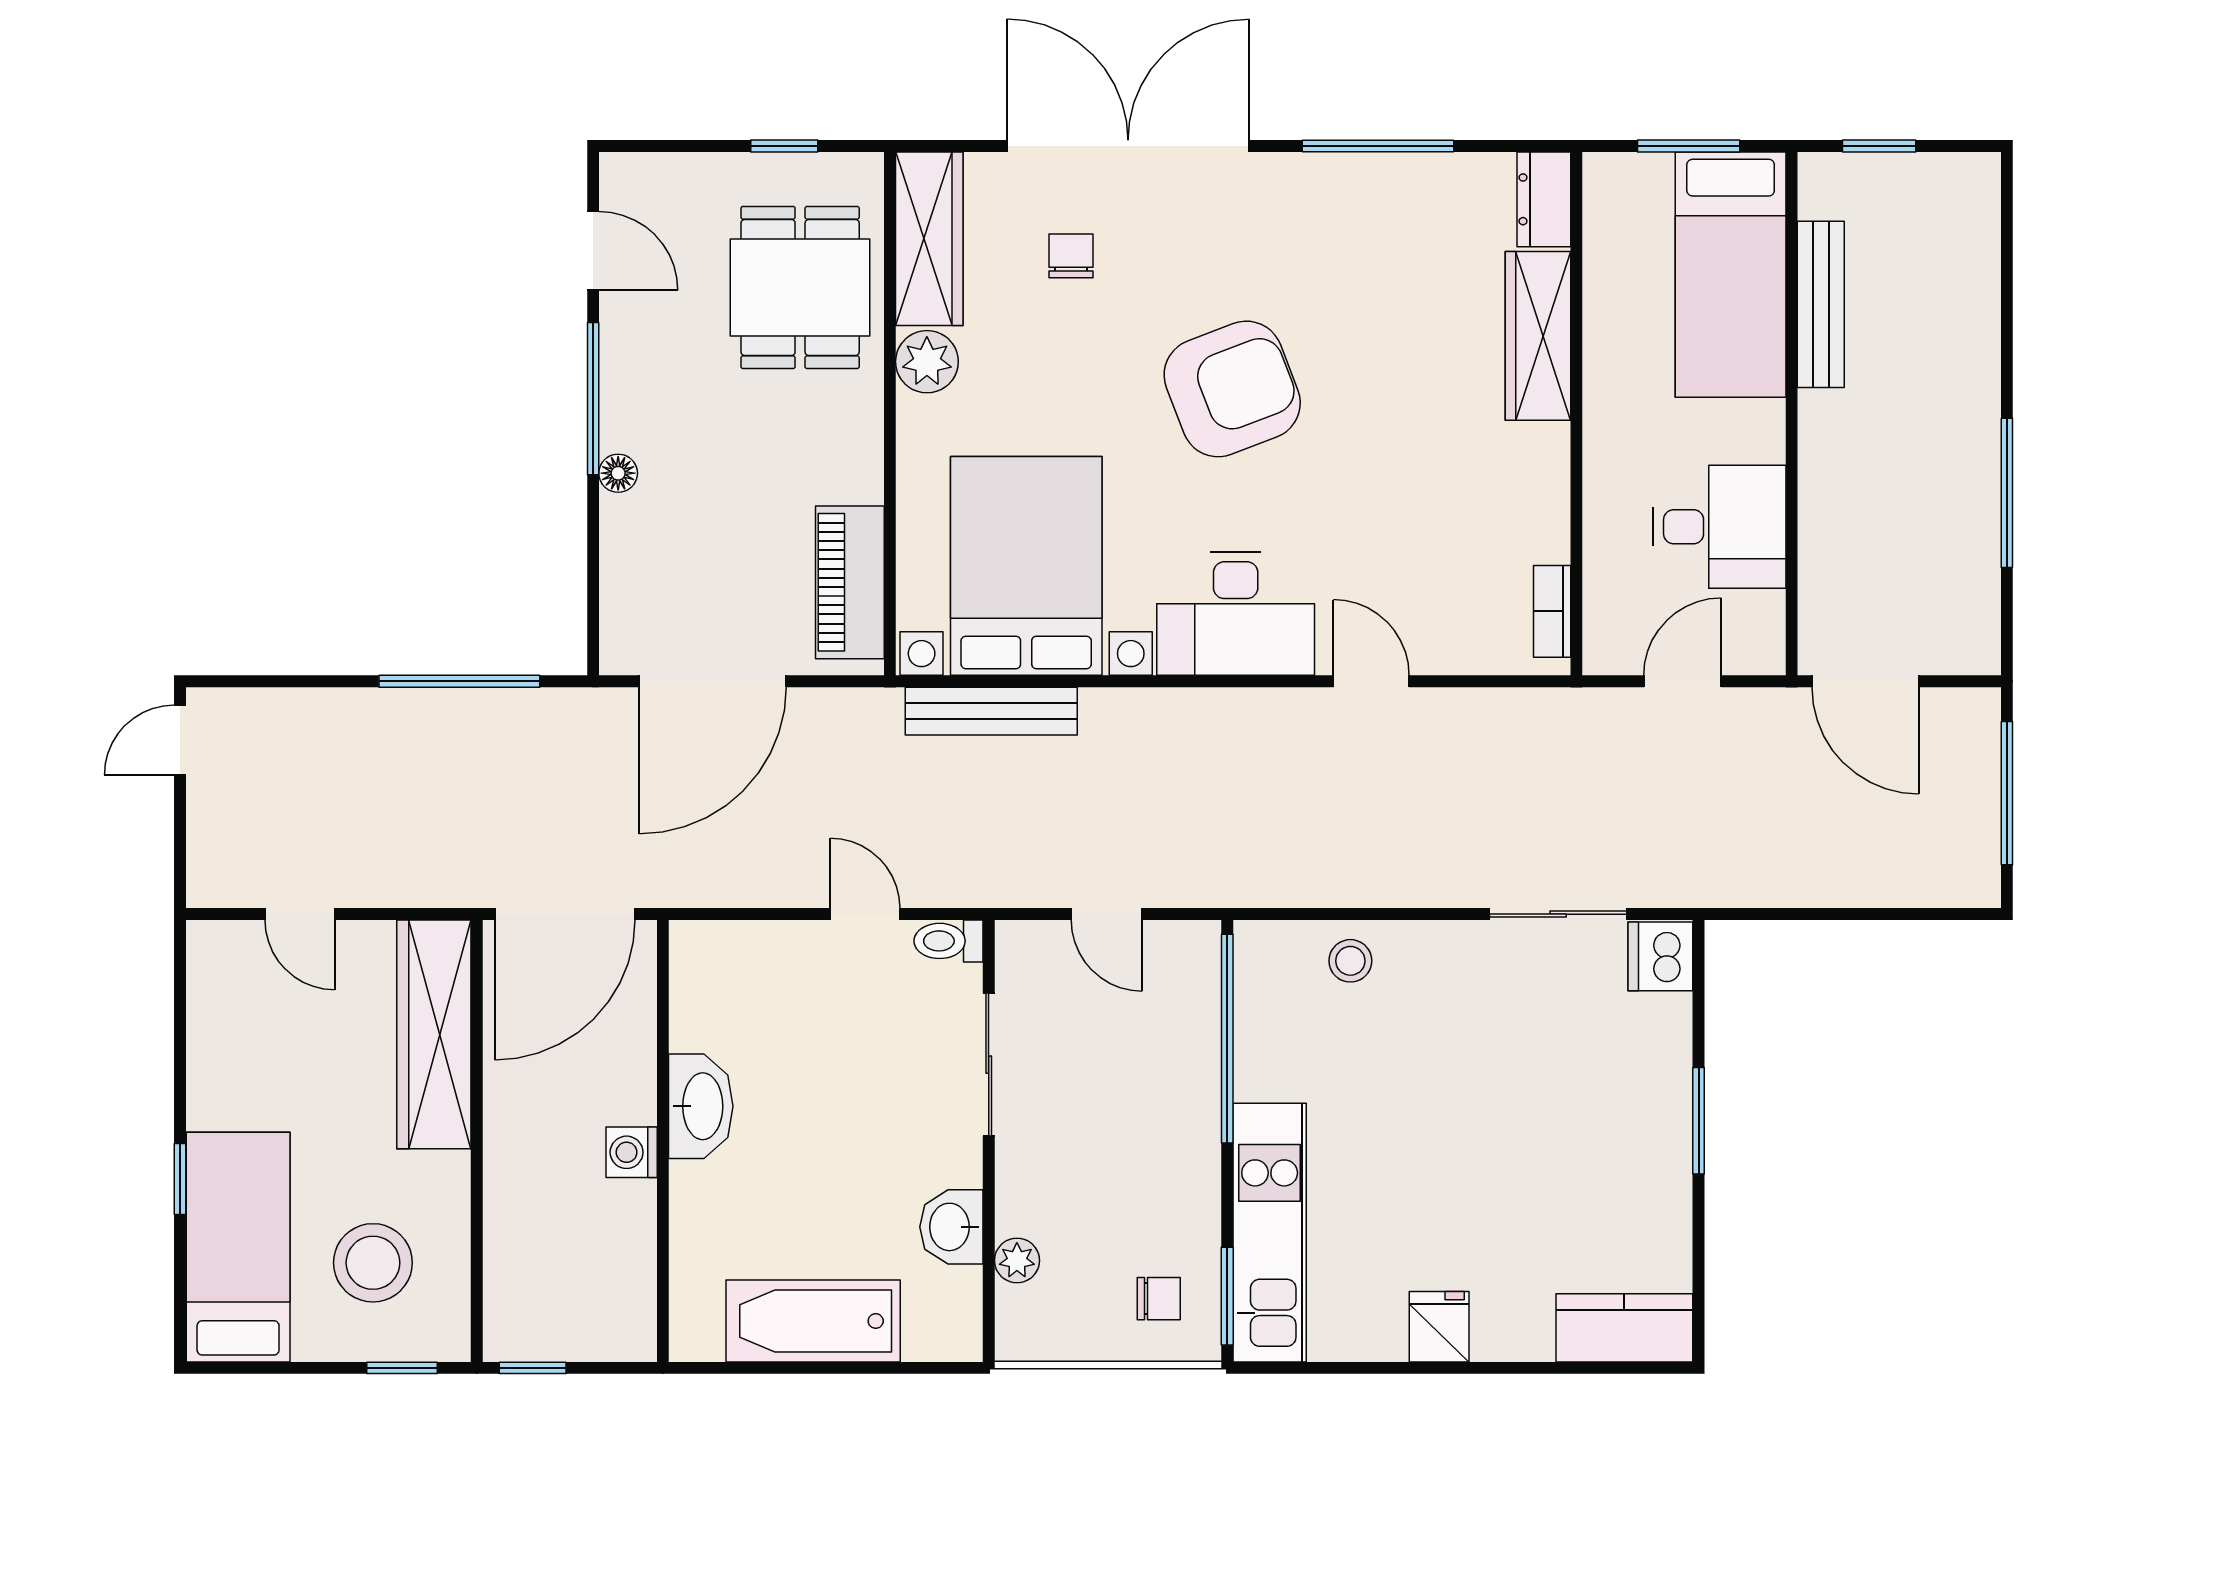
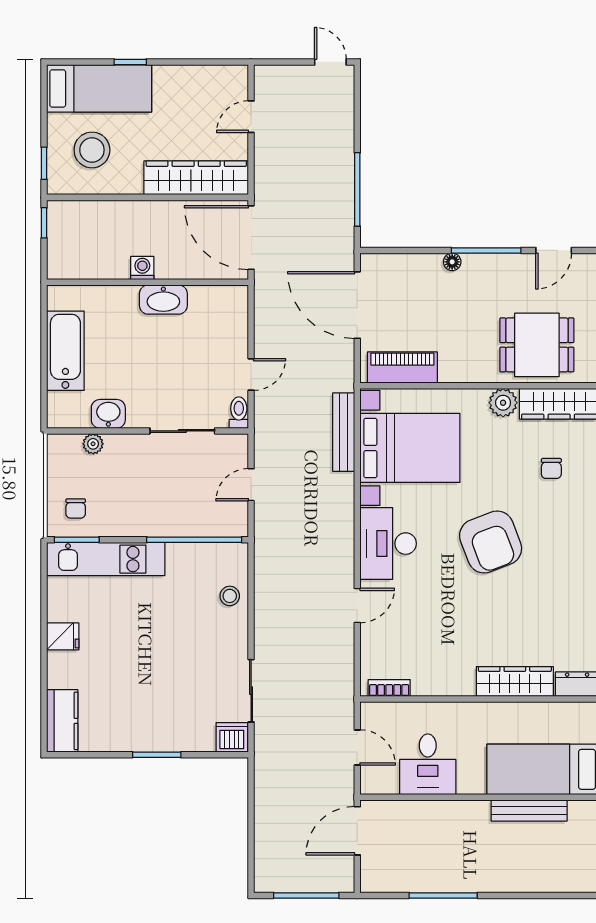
chair: (1071, 256) -> (551, 468), turned 90

